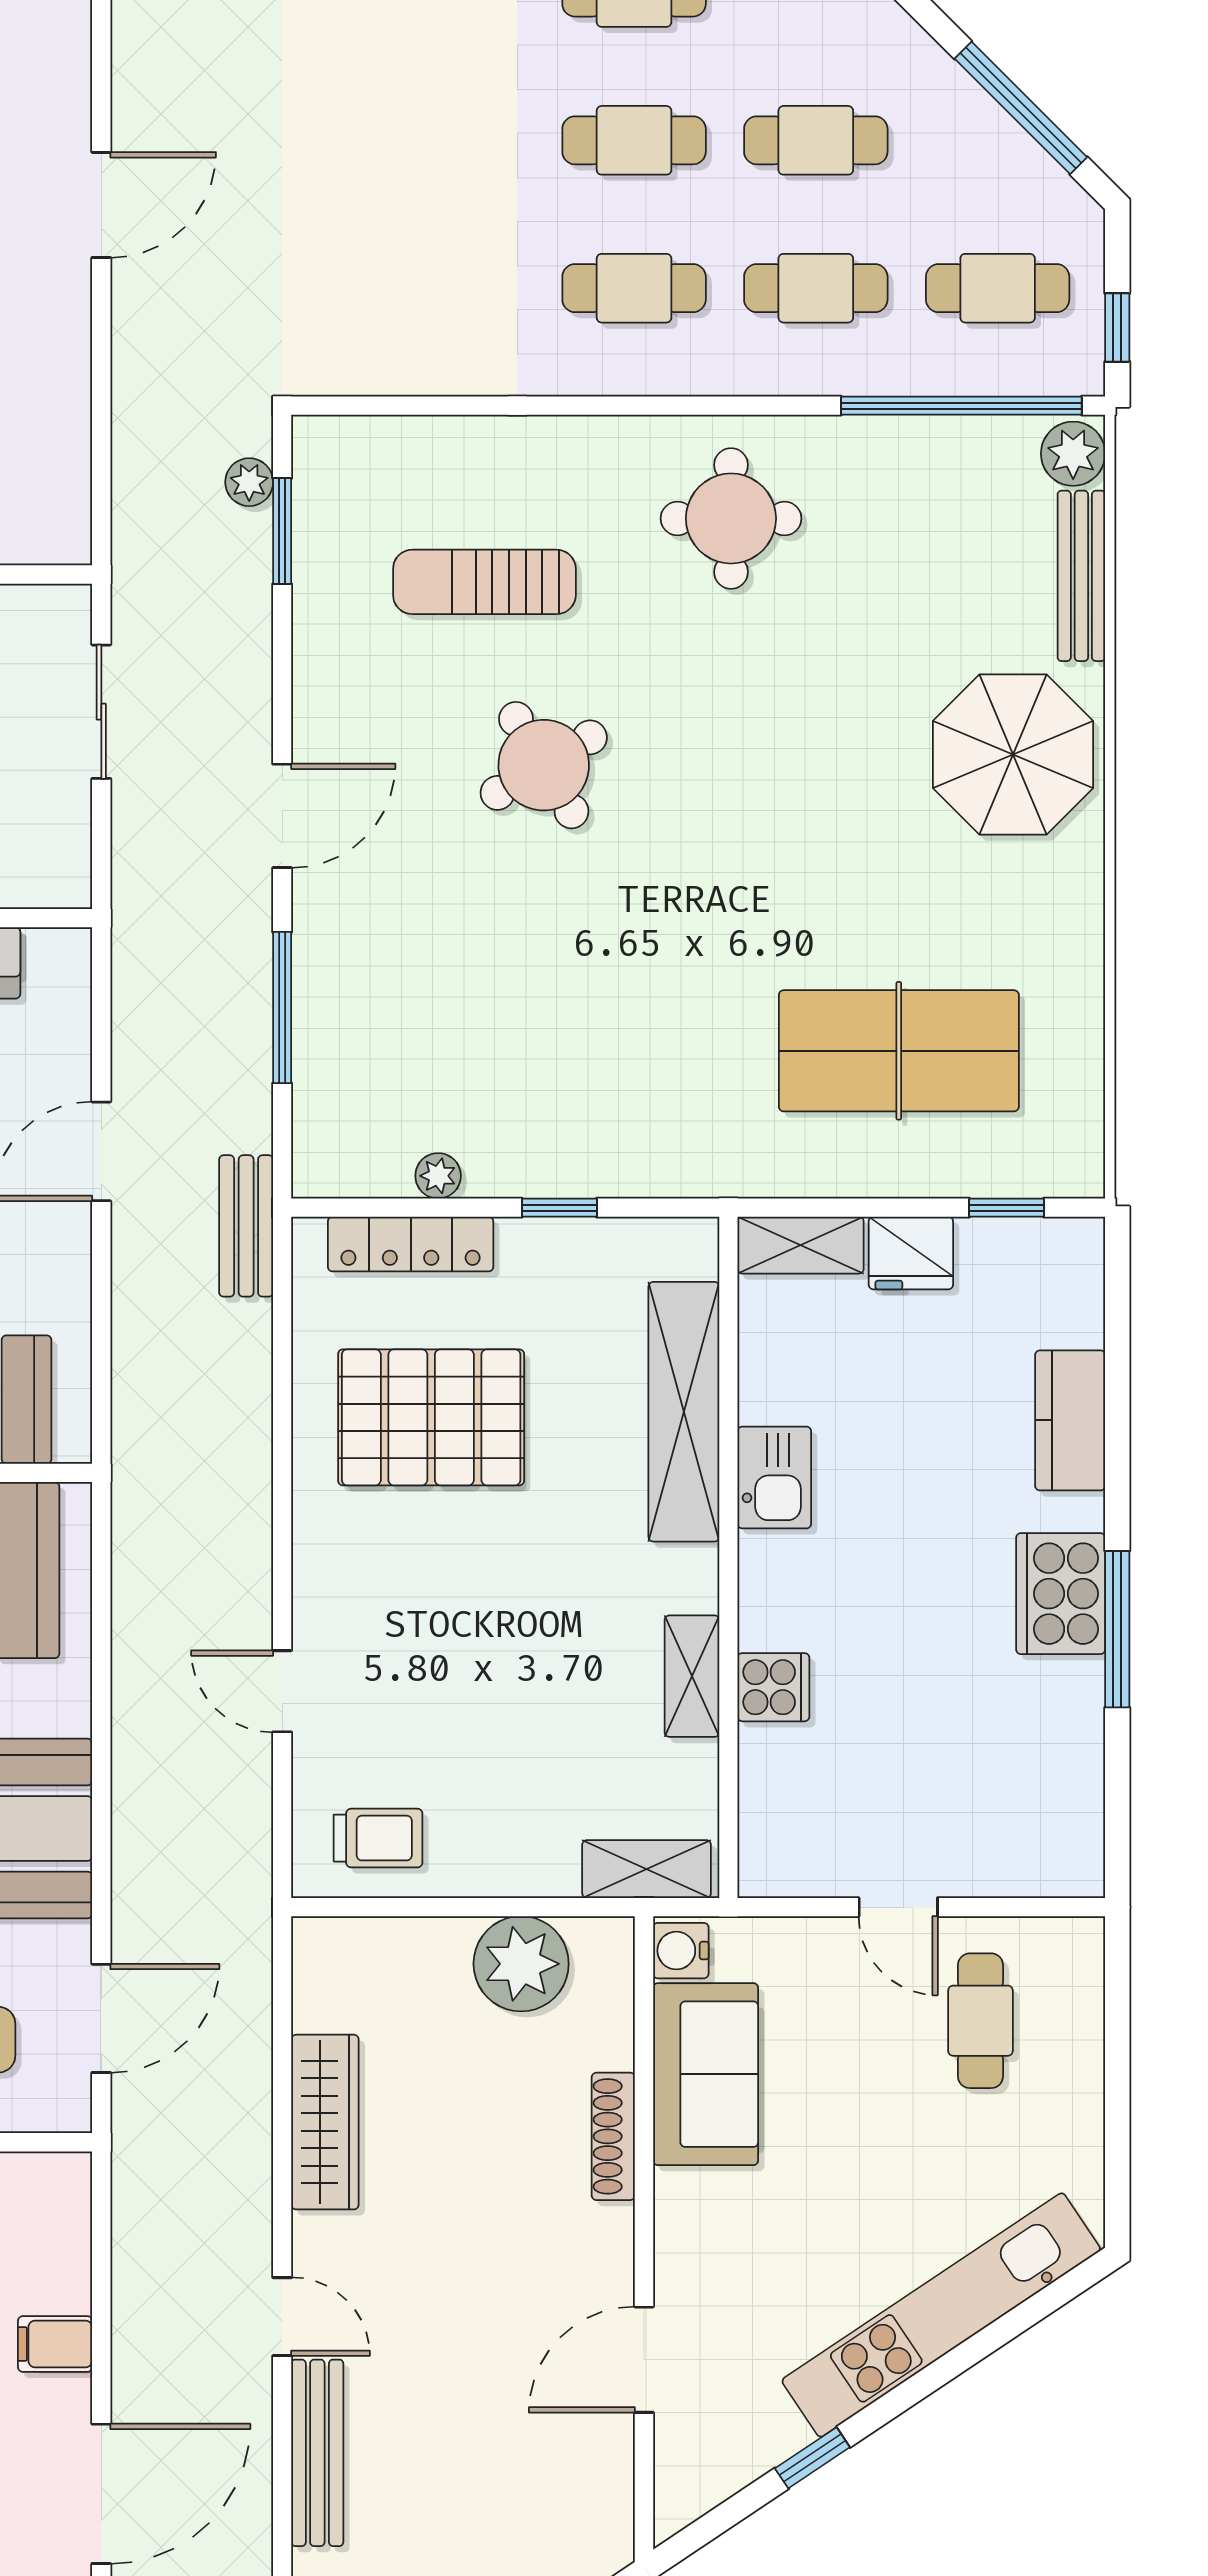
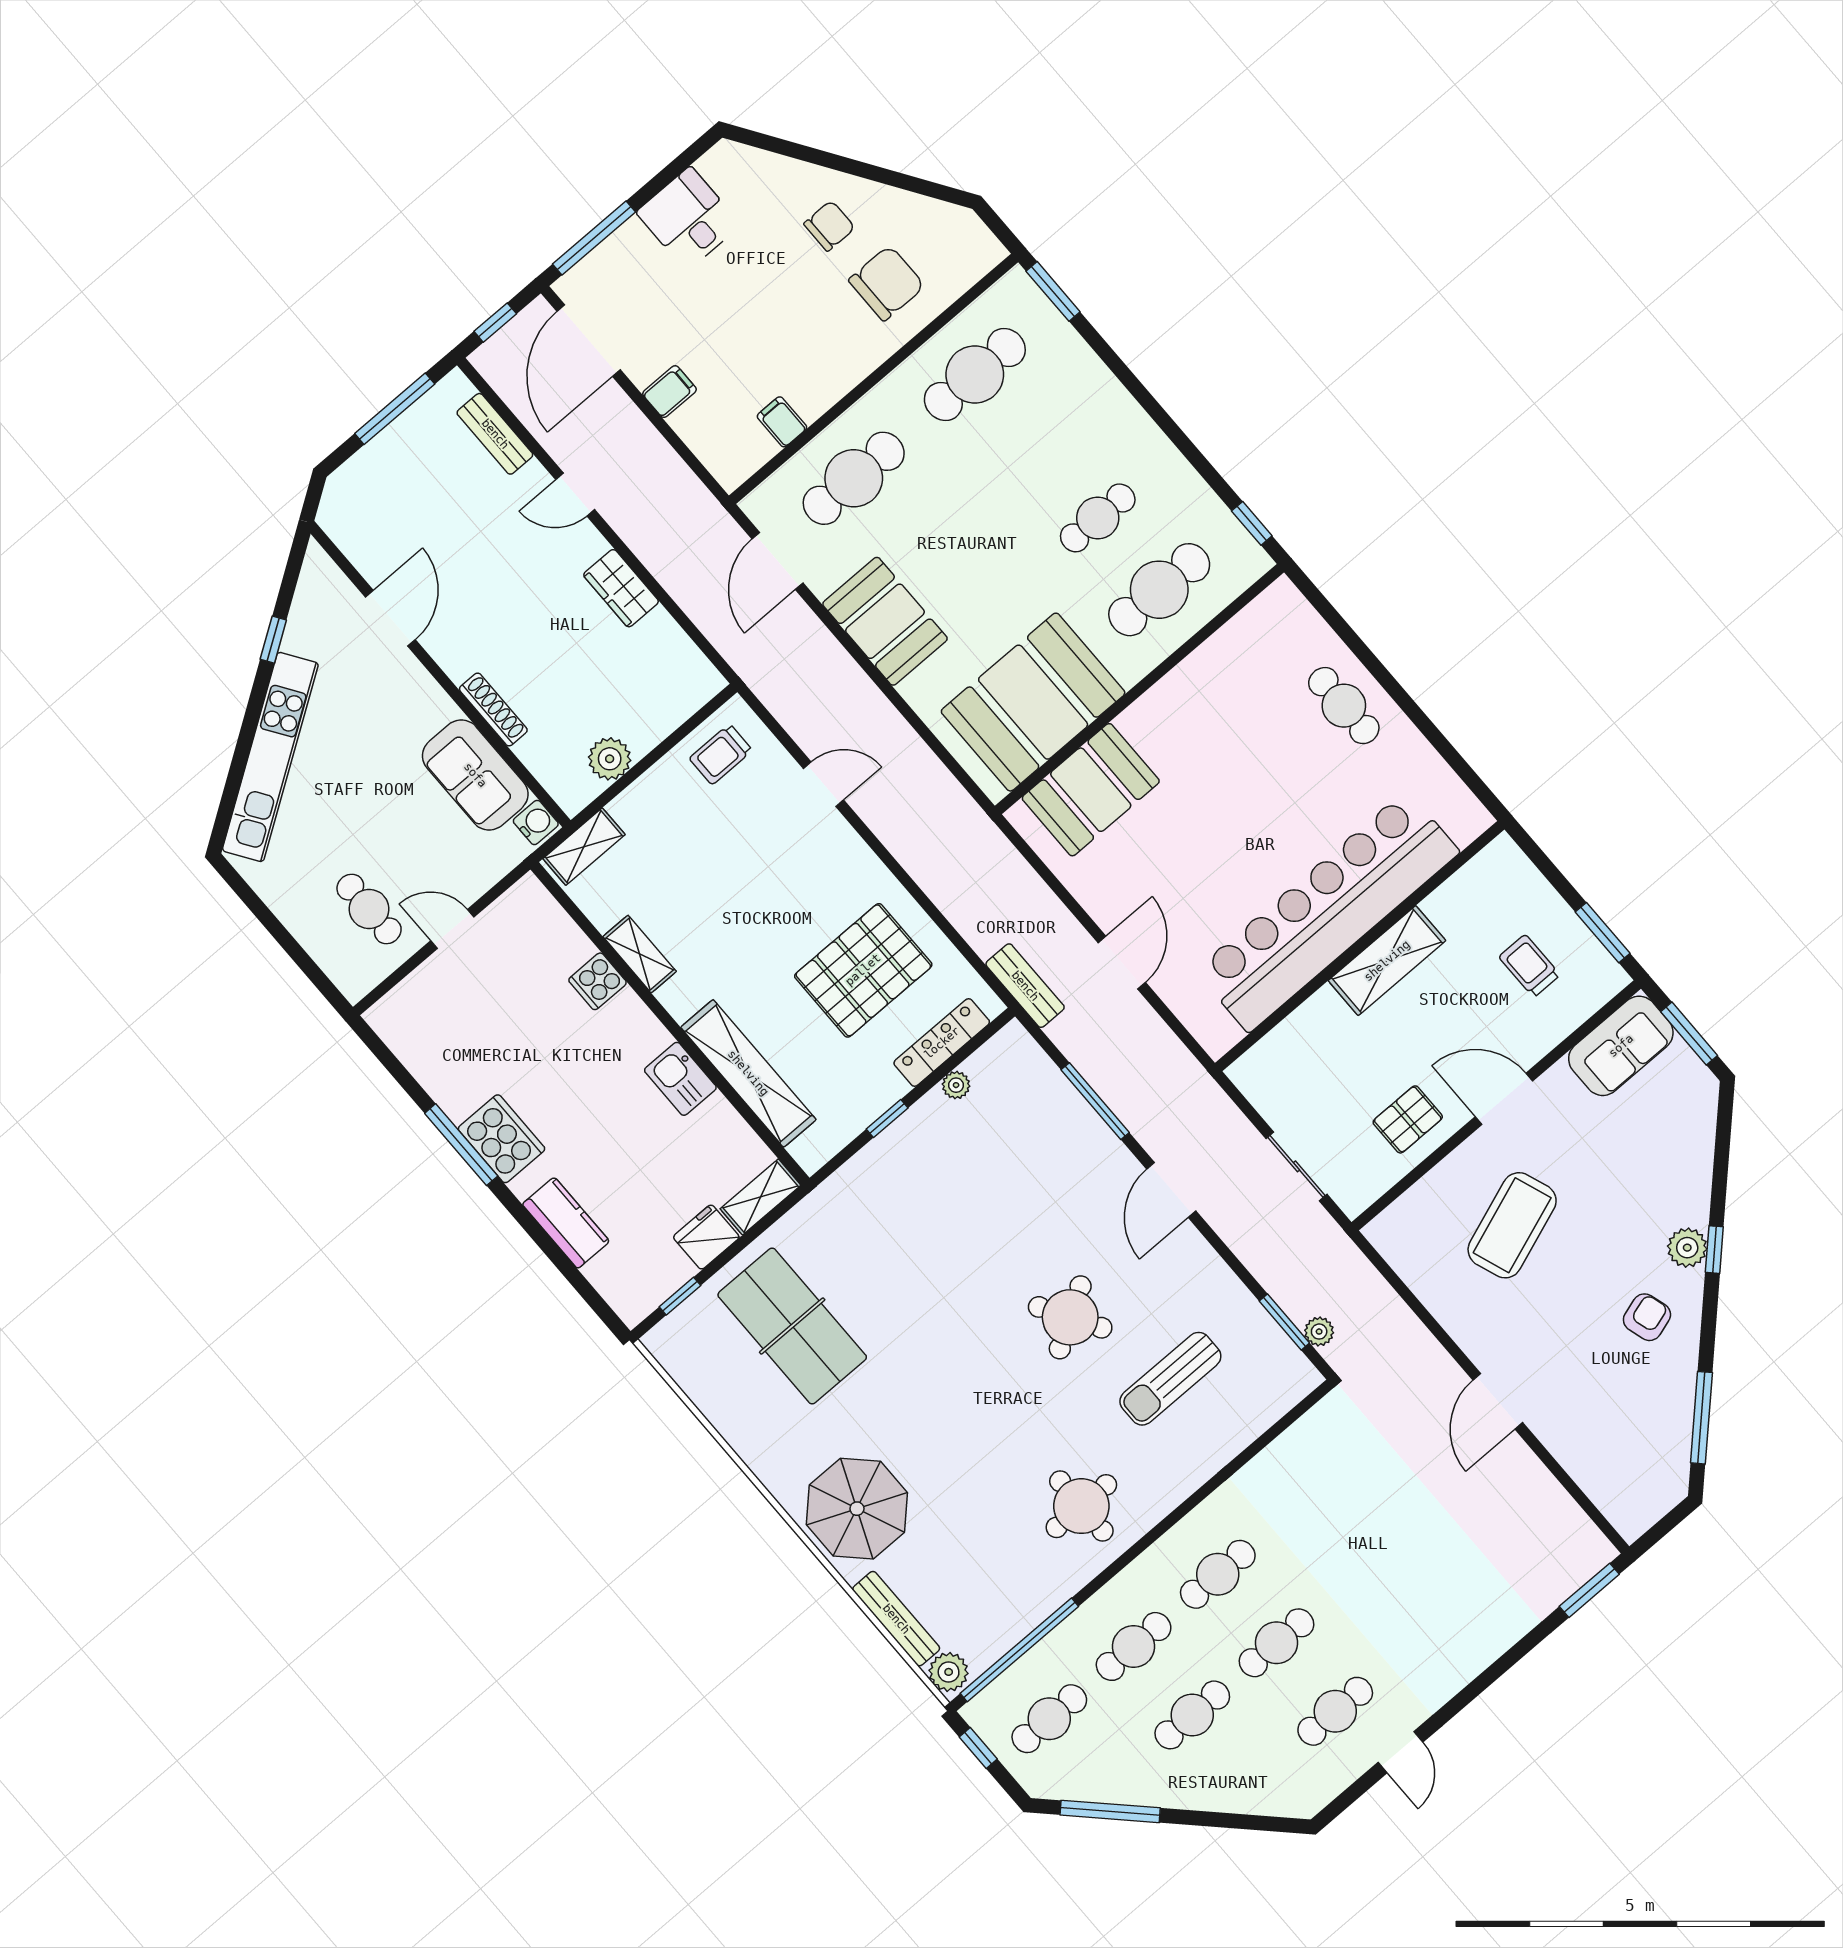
sun lounger: (484, 582) -> (1170, 1379), turned 180
table tennis table: (899, 1051) -> (792, 1326), turned 90
plant: (521, 1964) -> (610, 759), width x0.73, depth x0.73
wardrobe: (325, 2122) -> (621, 588), width x0.67
bench: (317, 2453) -> (495, 434), width x0.73

